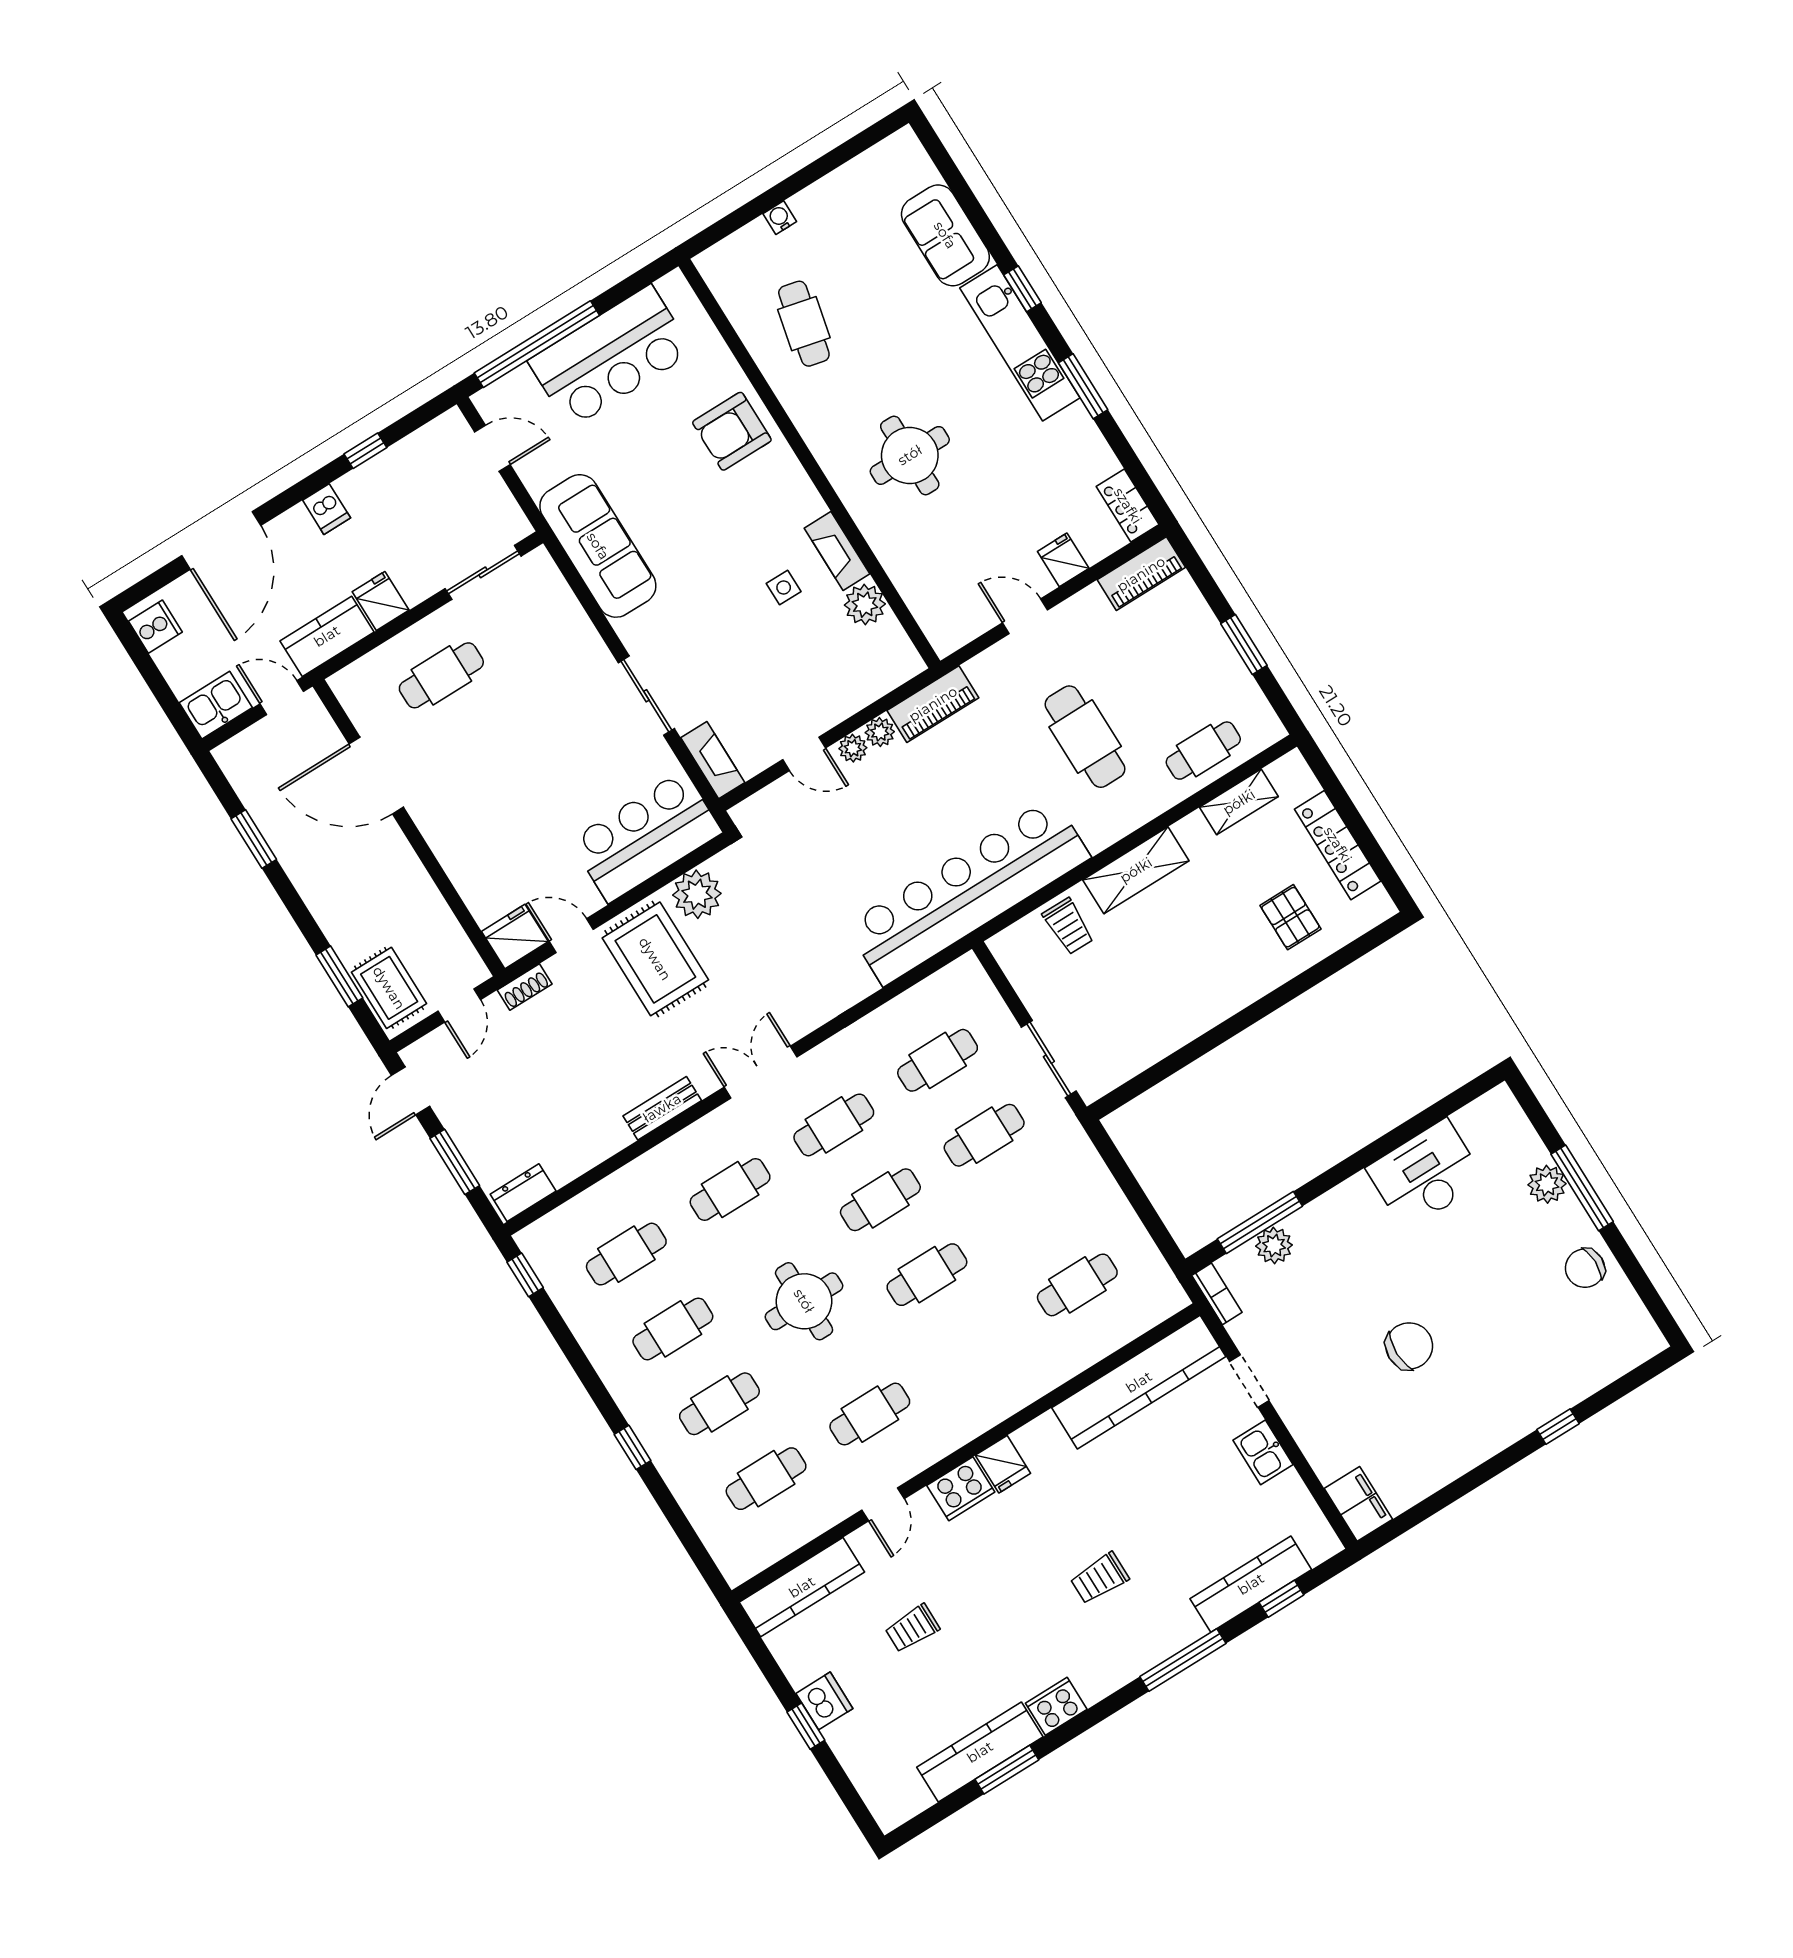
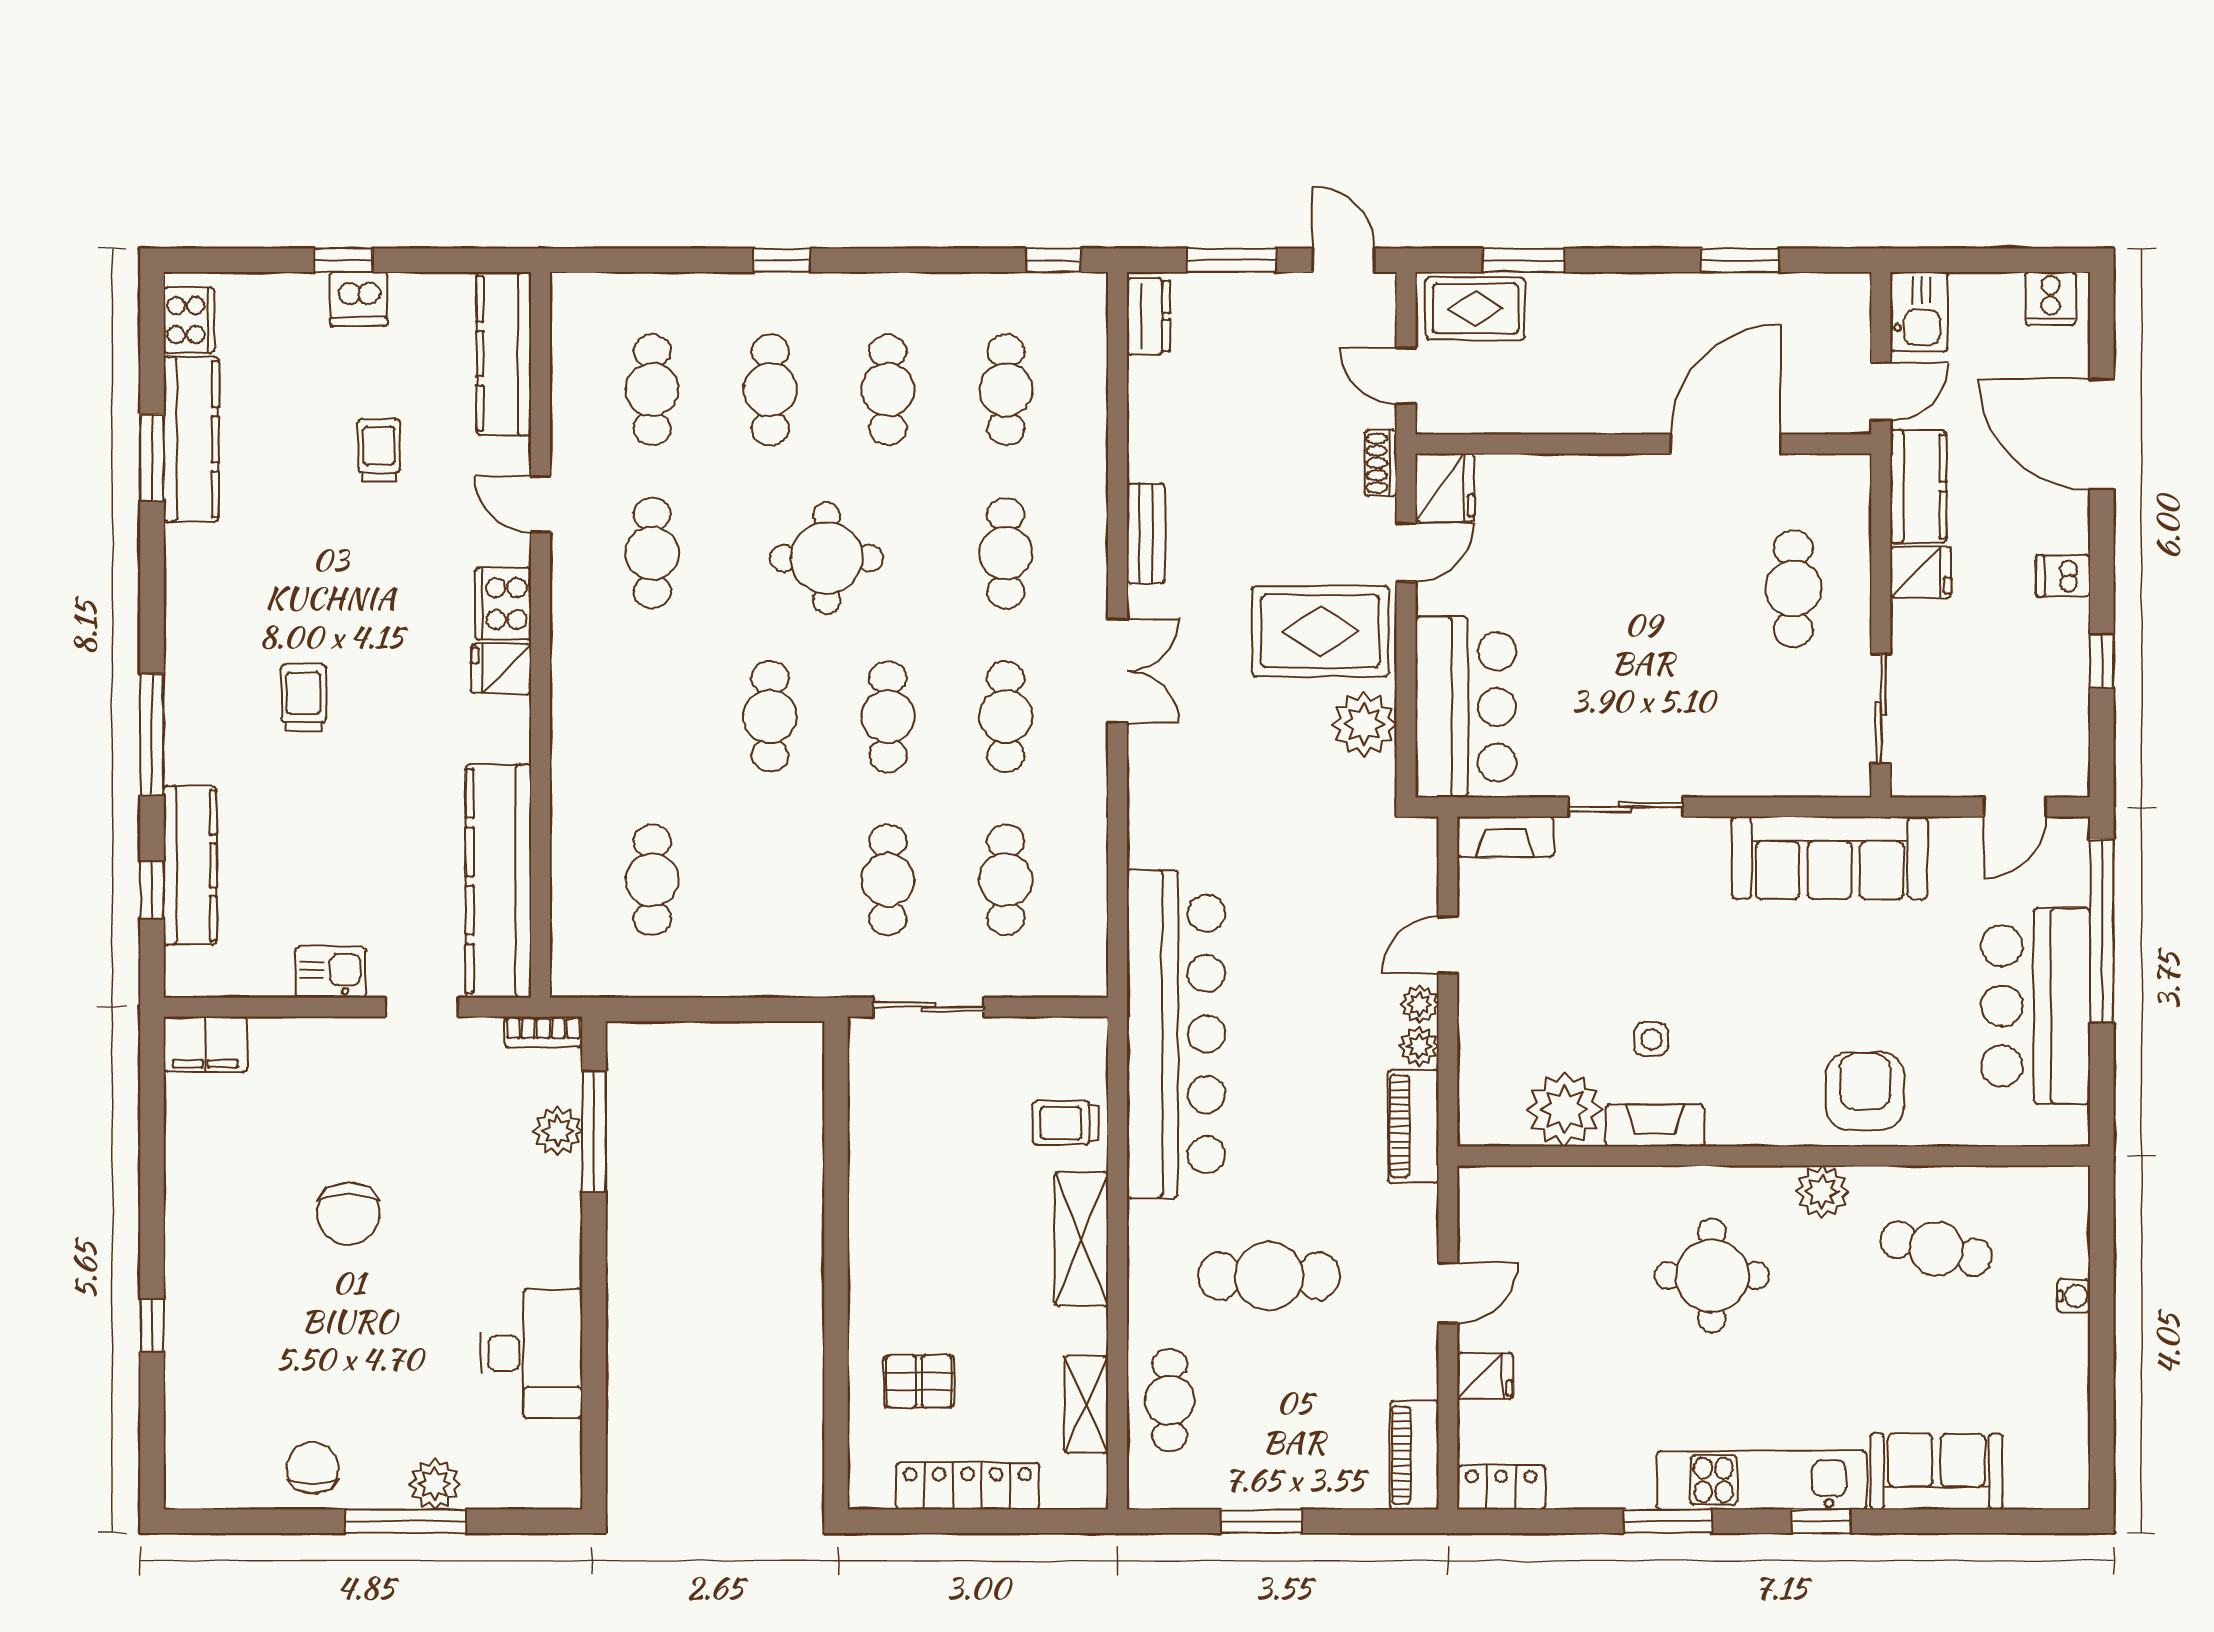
plant: (813, 419) -> (1822, 1192), added
plant: (865, 605) -> (1565, 1109), width x1.36, depth x1.36
cooker: (1056, 1706) -> (189, 320), moved

